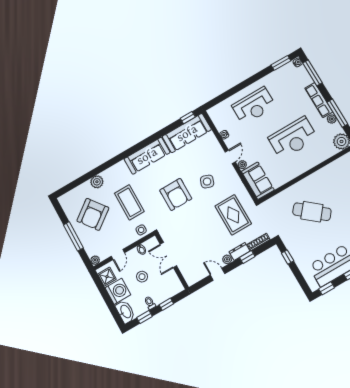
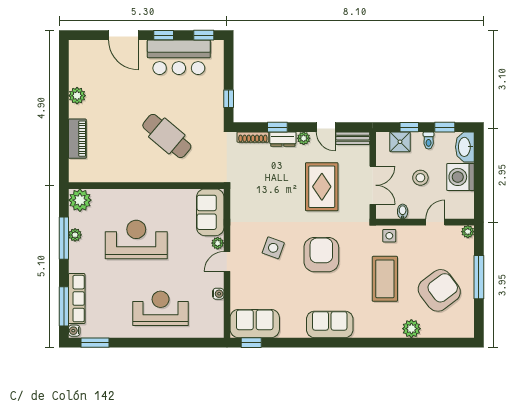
row of seats: (319, 100) -> (77, 299), moved
sofa: (187, 133) -> (255, 324), width x0.73
sofa: (147, 156) -> (330, 324), width x0.73
rug: (233, 215) -> (322, 187), moved
shower: (107, 277) -> (400, 142), moved
bench: (197, 277) -> (353, 138), added

